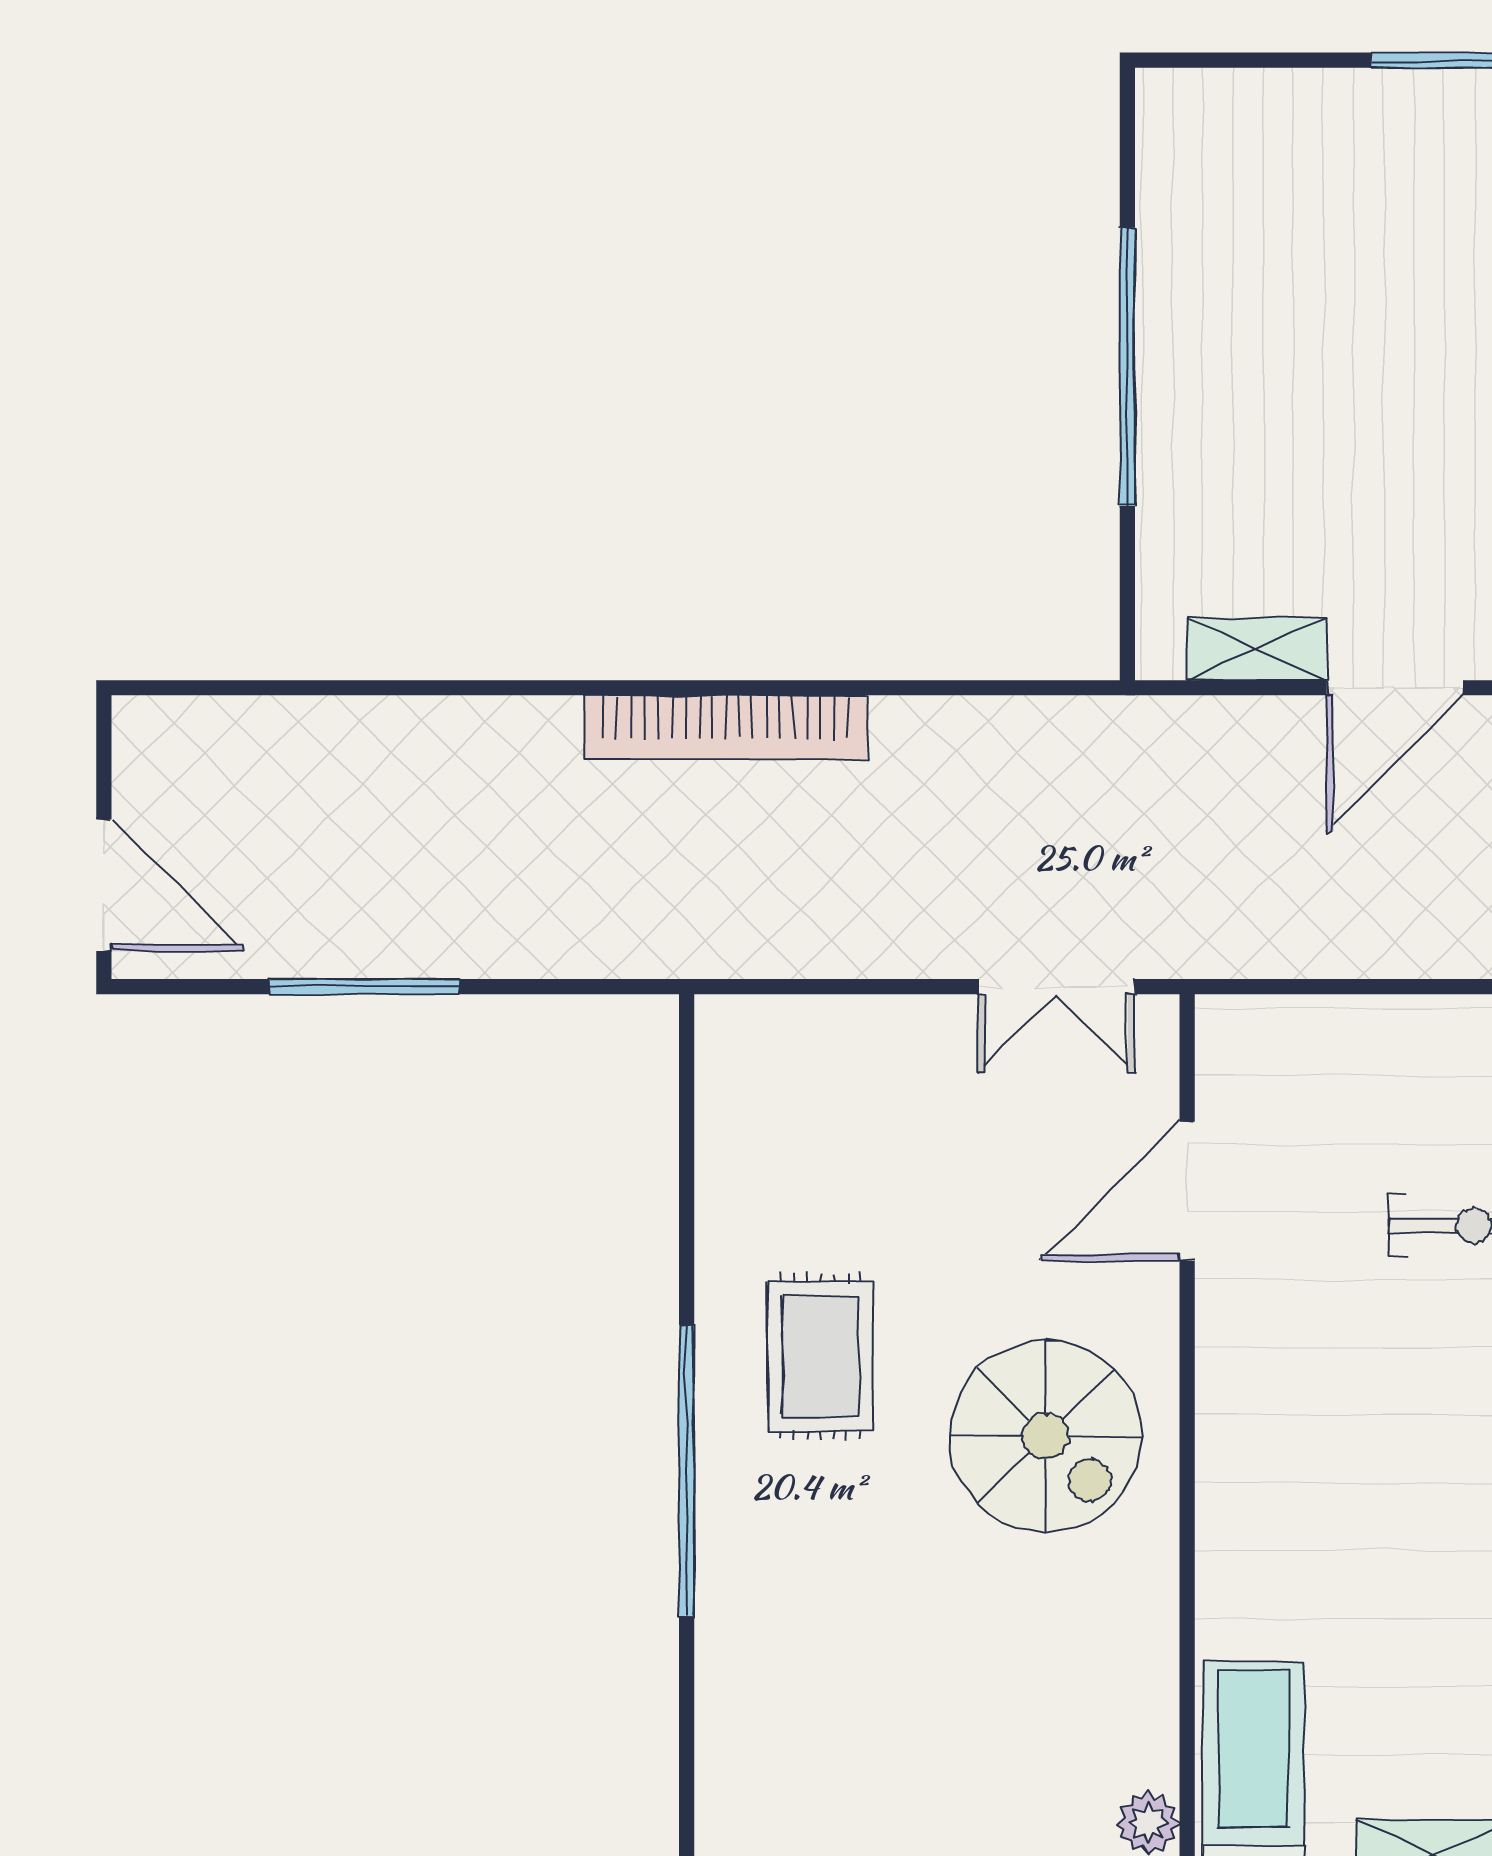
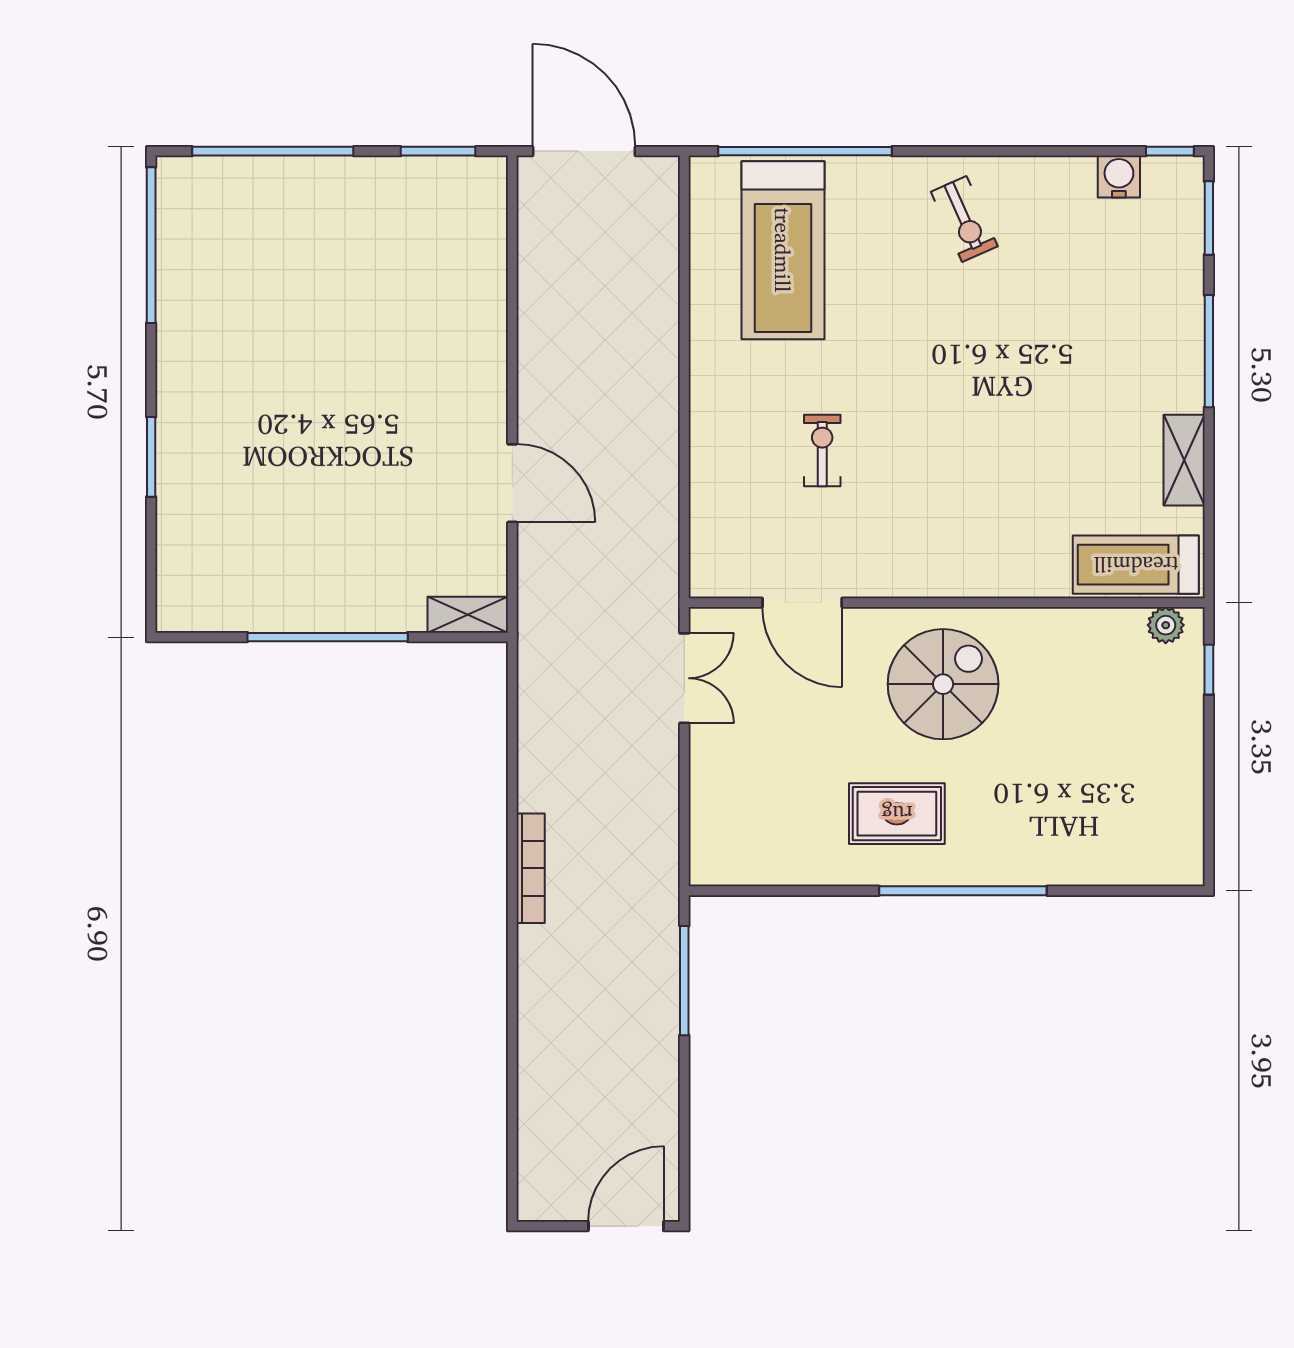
shelving: (1256, 649) -> (468, 615), moved, turned 90
bookcase: (726, 727) -> (531, 868), width x0.68, depth x0.76
window: (364, 987) -> (684, 981), moved

